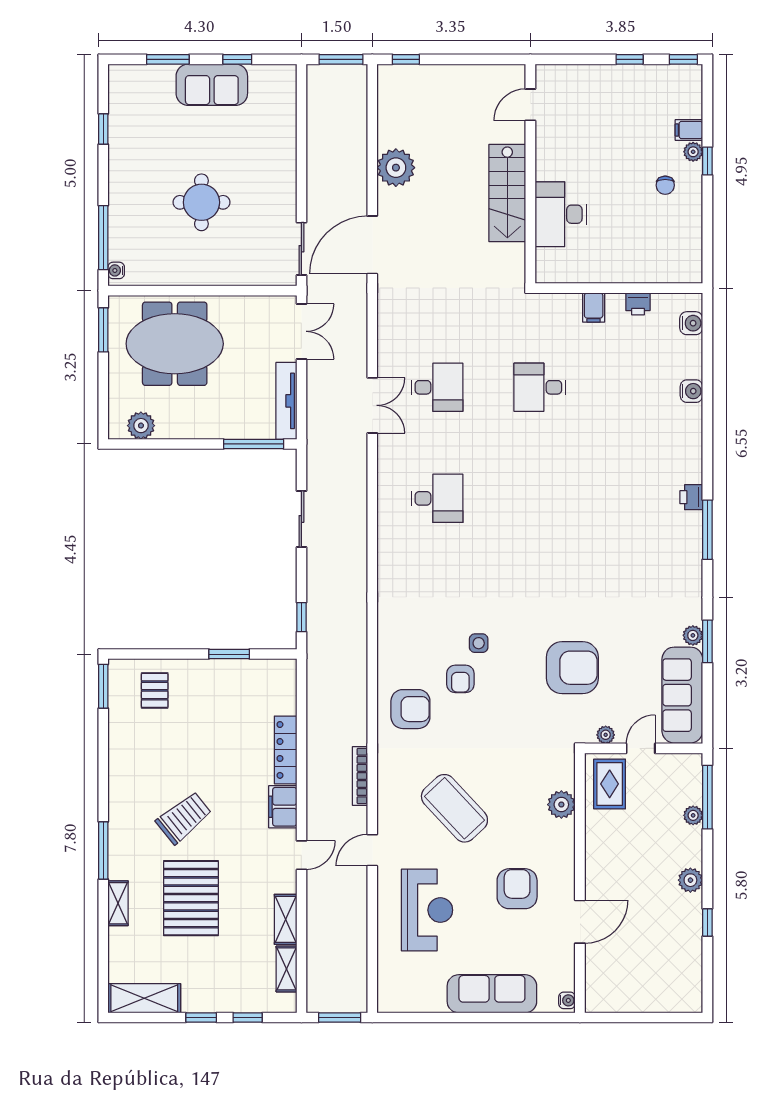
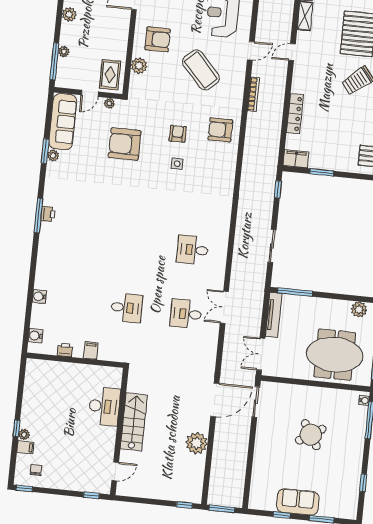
window: (630, 59) -> (91, 495), moved
chair: (665, 185) -> (36, 470), moved
round table: (201, 202) -> (311, 435), turned -32
printer: (691, 497) -> (48, 214), moved
armchair: (460, 679) -> (178, 134), moved
filing cabinet: (283, 807) -> (296, 159), moved, turned -90
armchair: (517, 889) -> (158, 39), moved, turned -90

